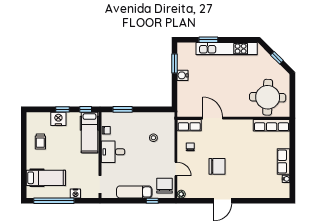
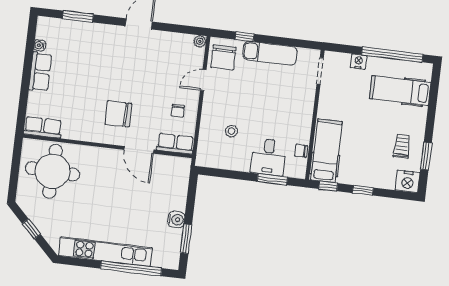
window: (208, 40) -> (131, 268), width x2.11
nightstand: (58, 119) -> (408, 181), moved
row of seats: (272, 125) -> (43, 127), width x0.68
window: (24, 137) -> (426, 156), added
desk: (113, 152) -> (269, 157), moved, turned 90
chair: (217, 166) -> (118, 114), moved
door: (176, 169) -> (203, 80), hinge flipped
window: (263, 201) -> (78, 17), added

